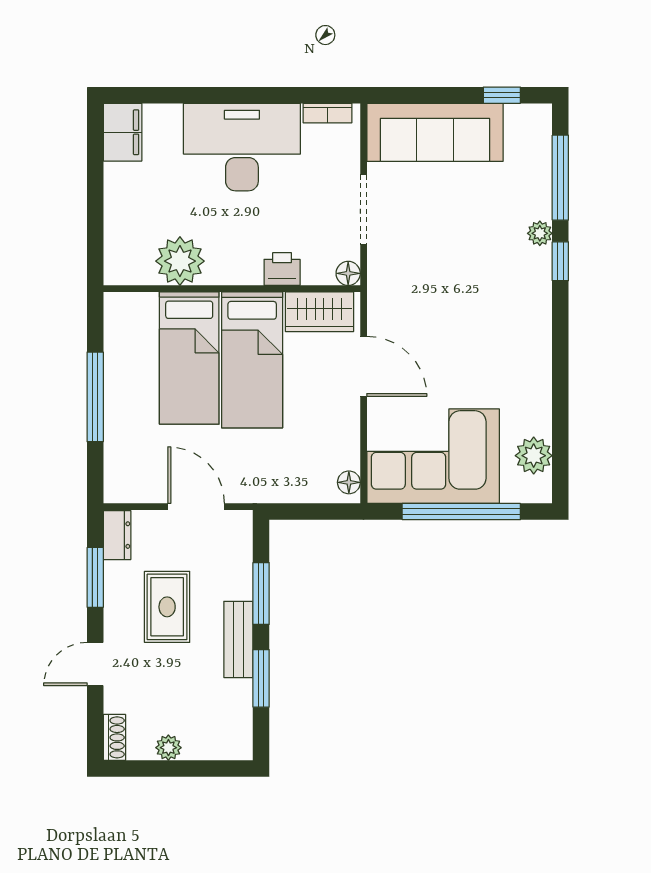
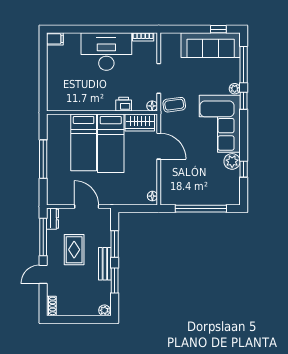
filing cabinet: (123, 132) -> (55, 39), width x0.50
sofa: (435, 132) -> (211, 45), moved
plant: (180, 261) -> (80, 101), removed
coffee table: (400, 270) -> (174, 105), added
window: (560, 420) -> (244, 169), added
corner sofa: (433, 456) -> (220, 124), moved, turned -90
plant: (534, 456) -> (232, 161), moved
window: (95, 577) -> (43, 237), width x1.44
plant: (168, 748) -> (104, 310), moved

